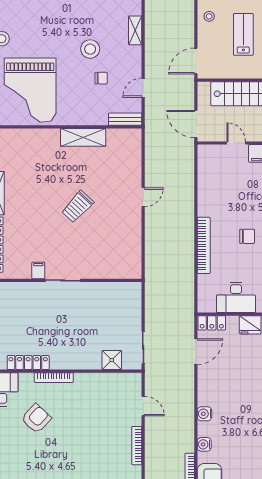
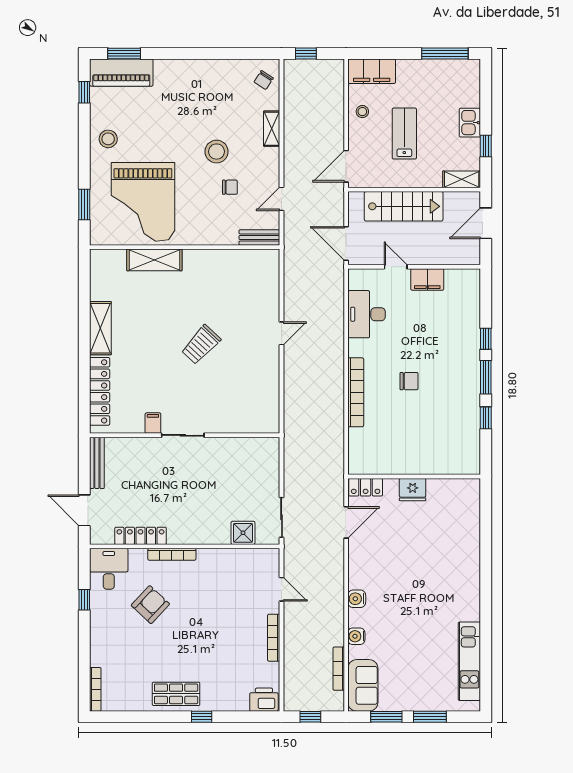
shelving: (83, 137) -> (154, 260), moved
desk: (236, 297) -> (367, 314), moved, turned 90

